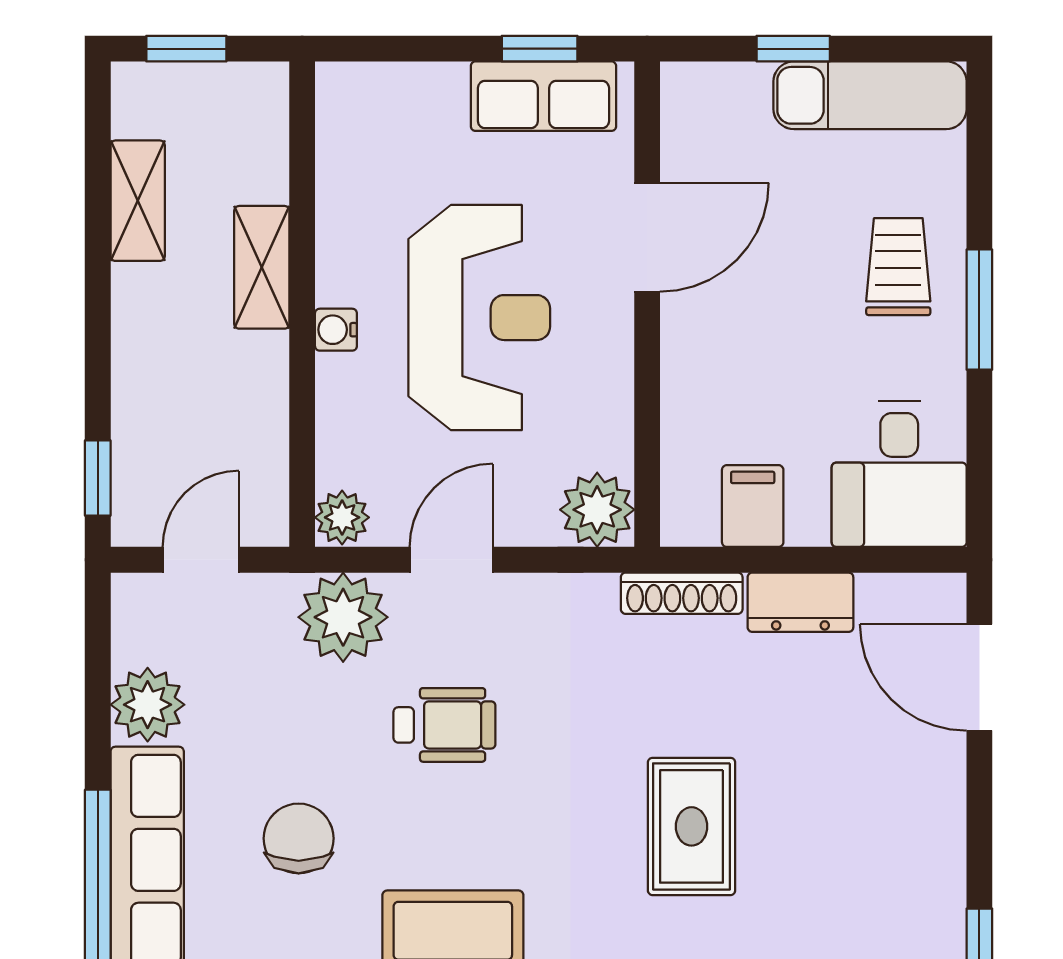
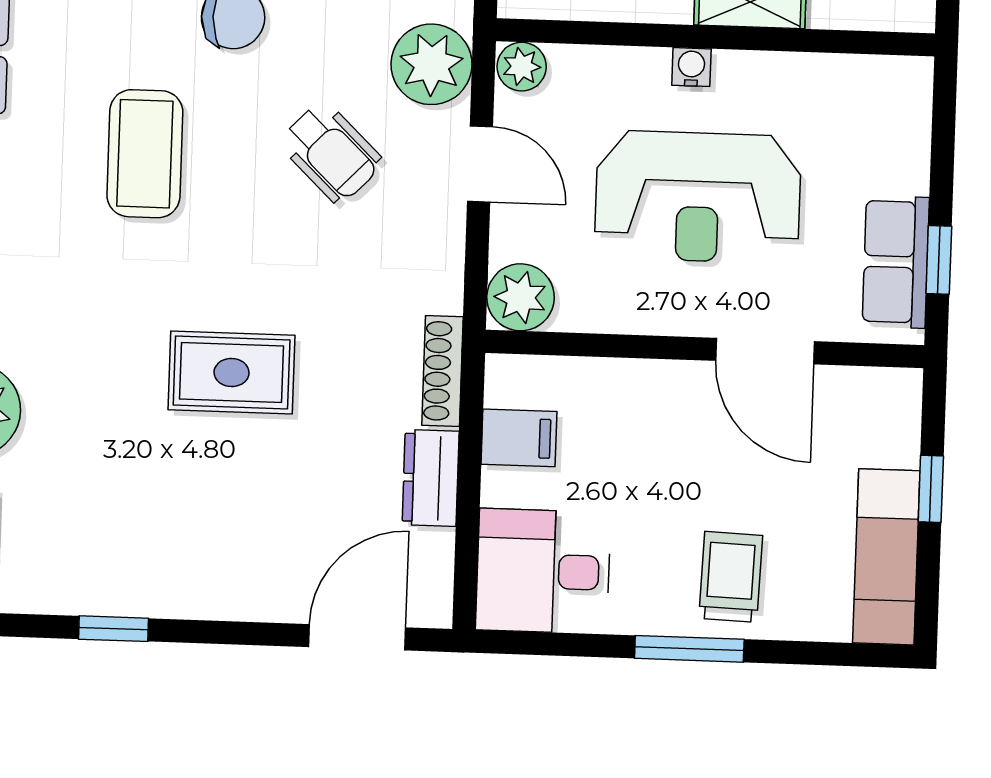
trolley: (898, 267) -> (731, 577), turned -88
wheelchair: (444, 725) -> (331, 153), turned -46

